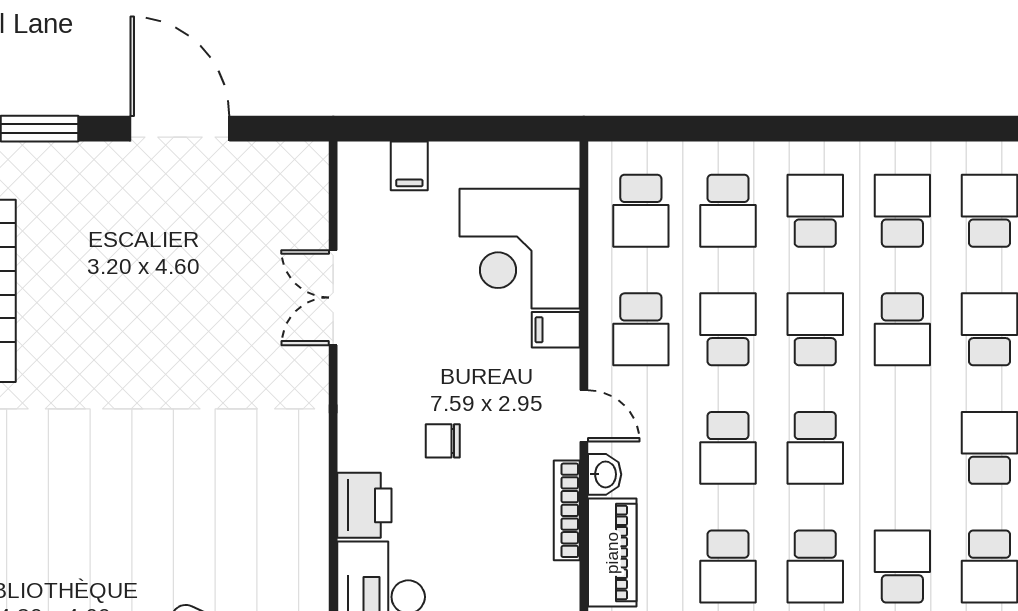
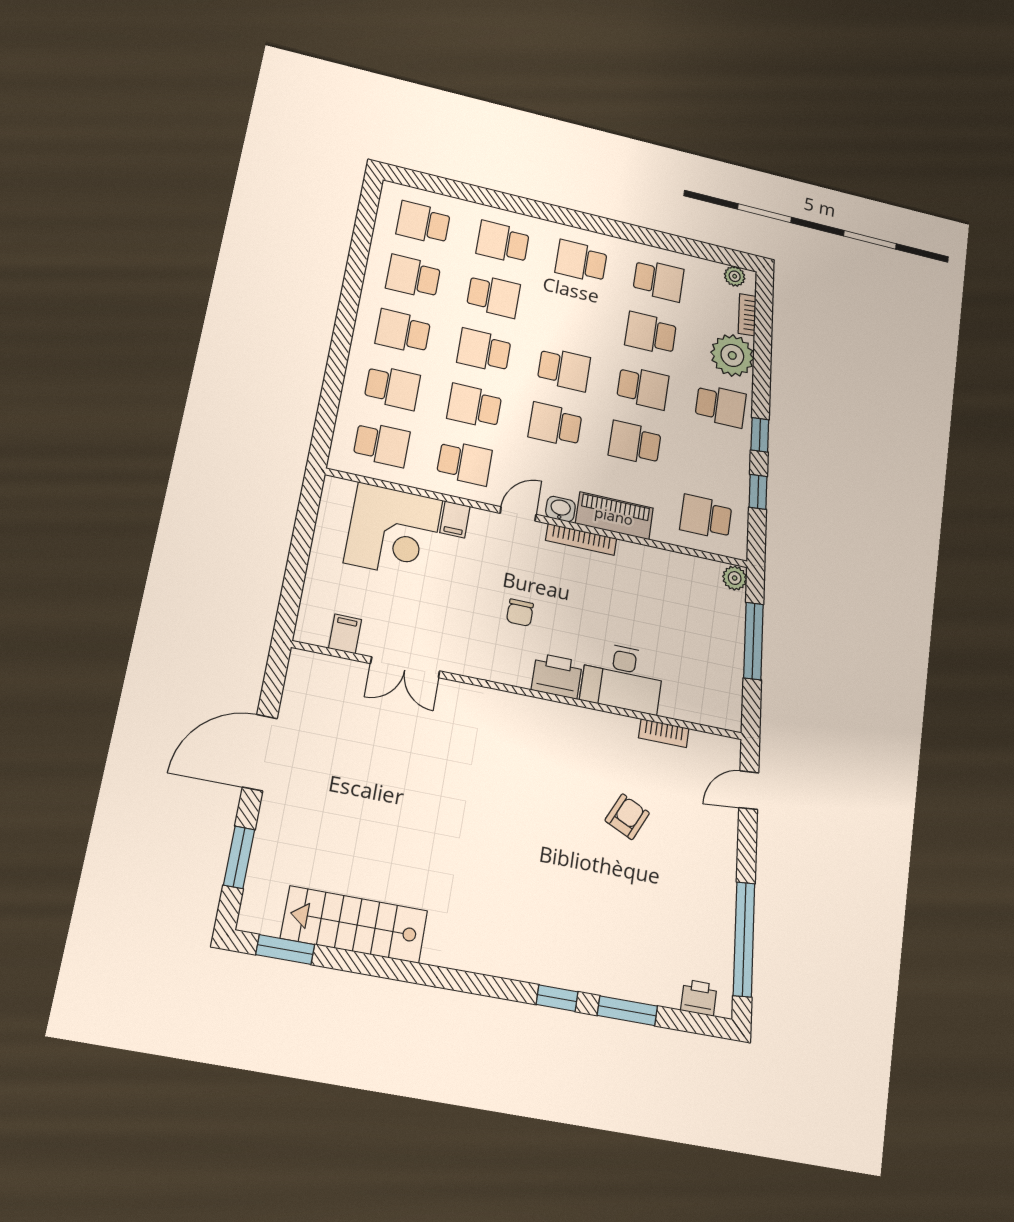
filing cabinet: (409, 166) -> (345, 634), moved, turned -90
school desk: (728, 448) -> (555, 425), turned 180
school desk: (728, 566) -> (635, 443), turned 180

